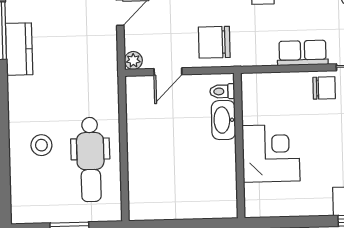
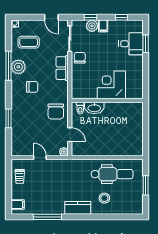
kitchen counter: (19, 49) -> (78, 208), moved

